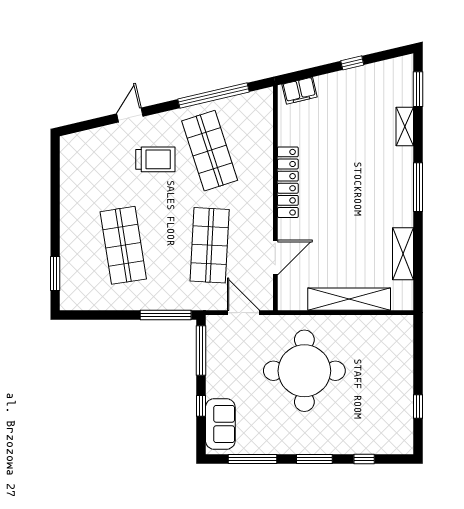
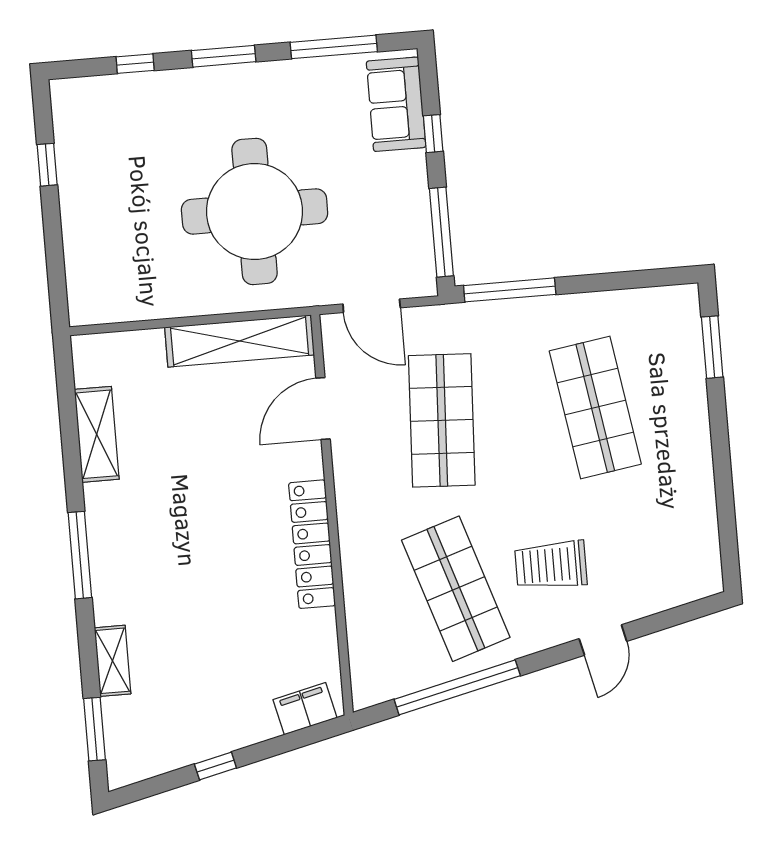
shelving: (349, 299) -> (240, 341), moved

